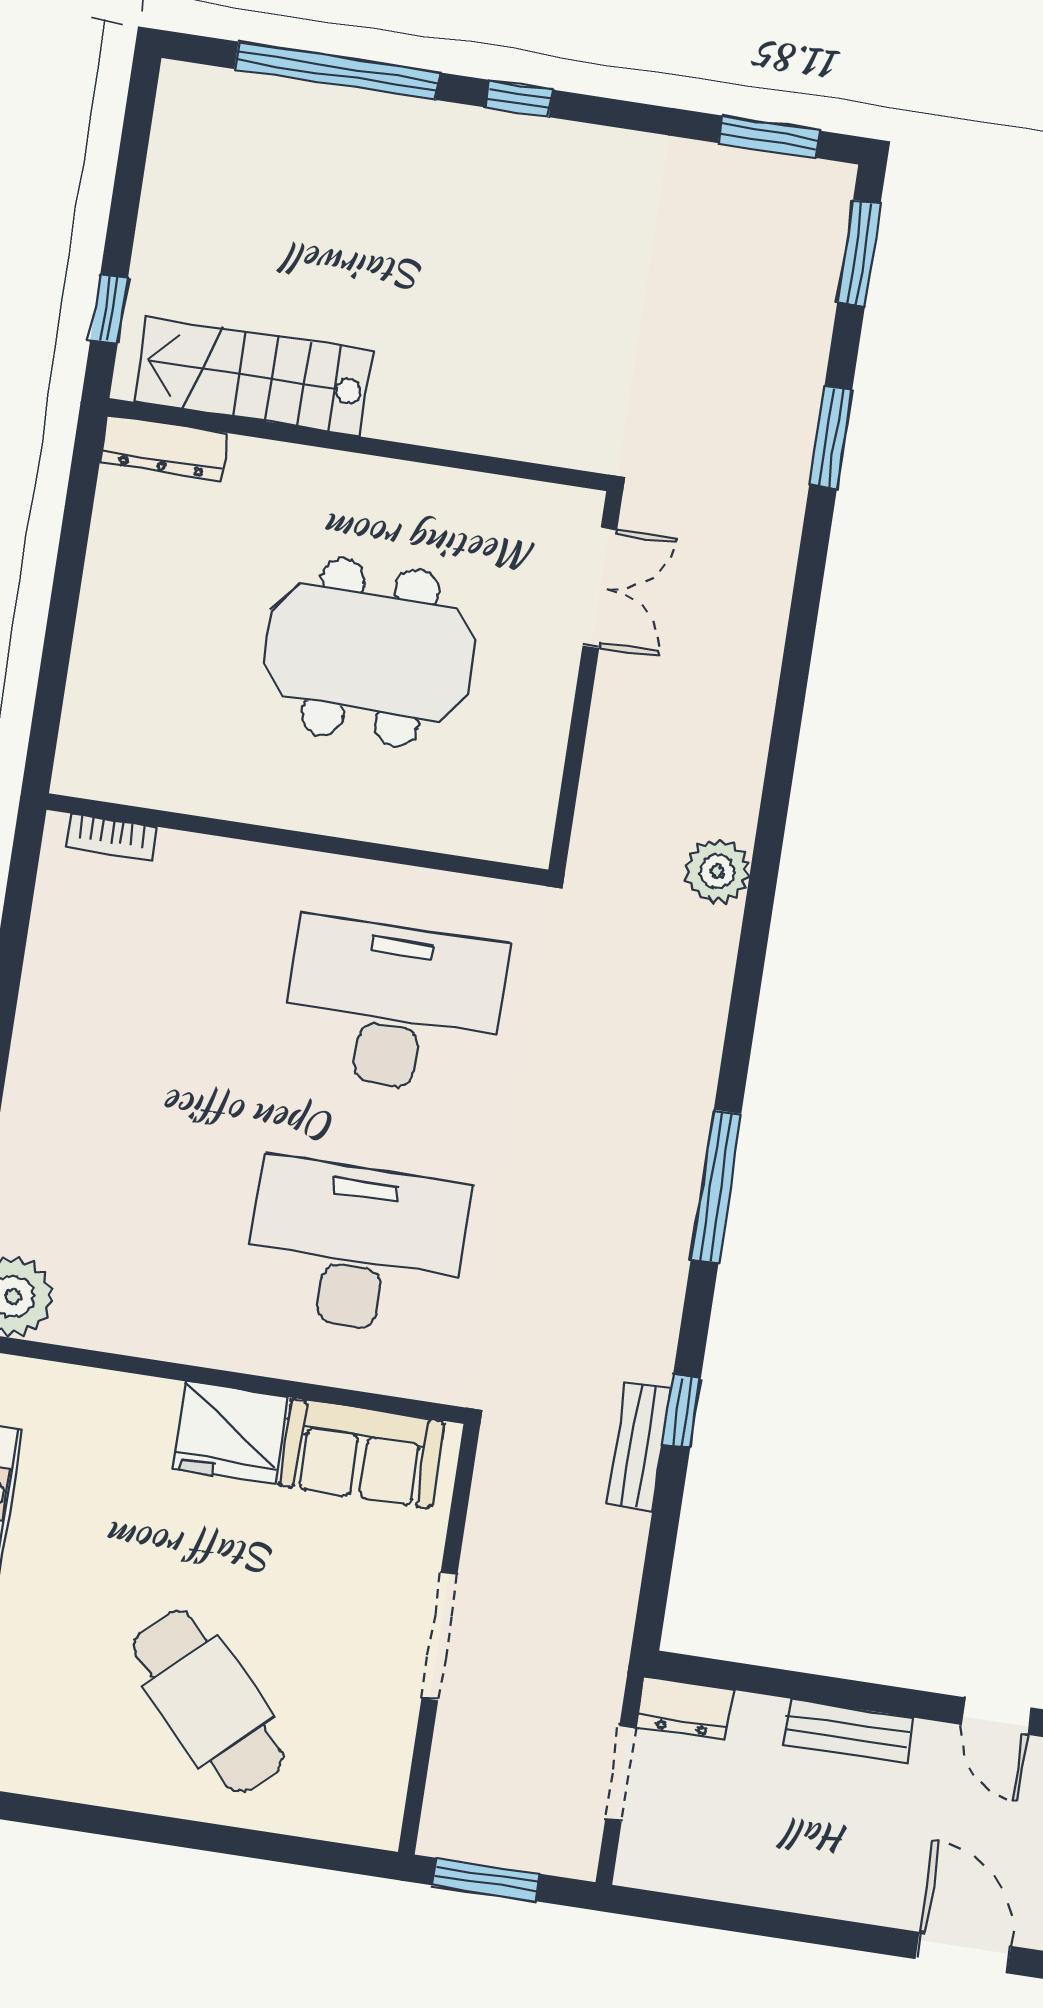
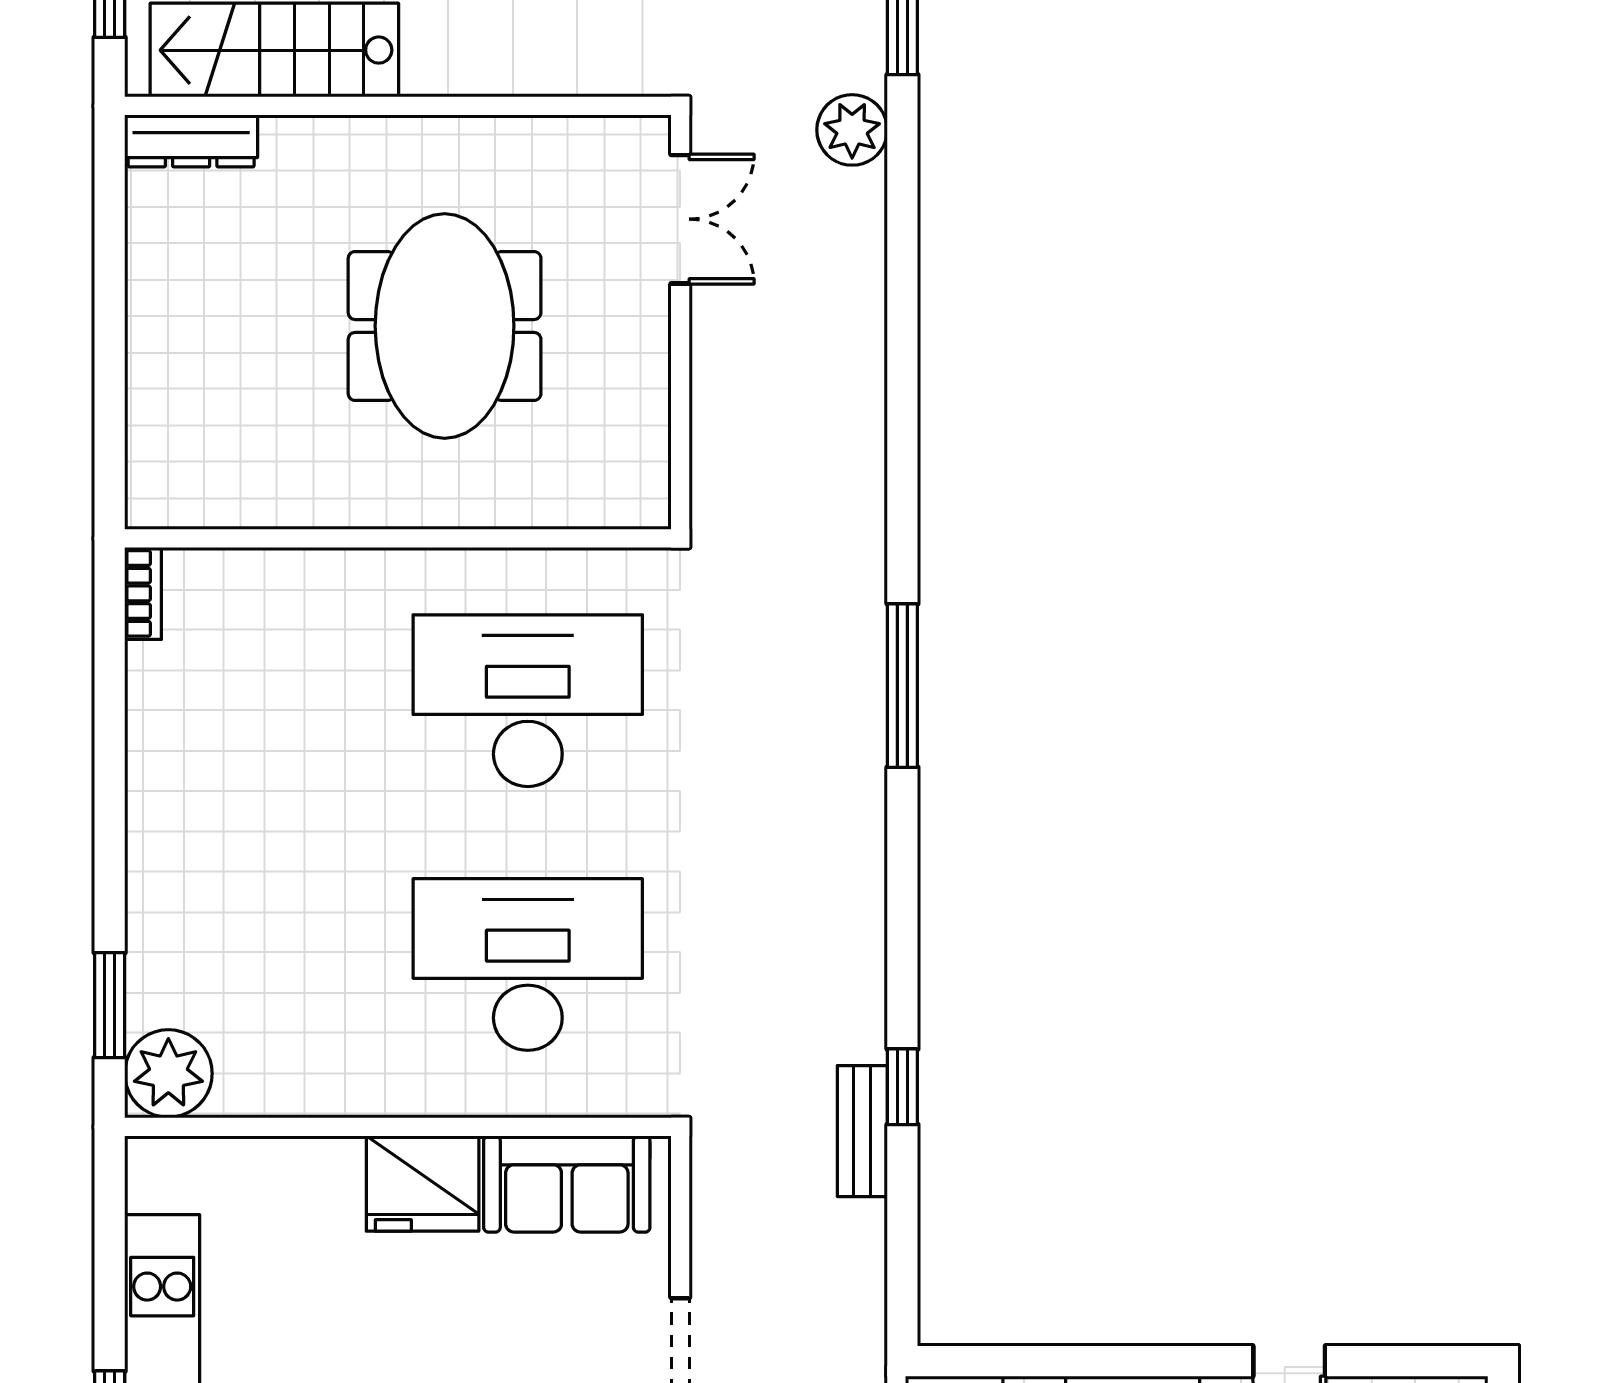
meeting table: (370, 652) -> (445, 326), turned 90
bookcase: (112, 837) -> (143, 593), moved, turned -90
plant: (717, 871) -> (852, 130), moved
window: (716, 1186) -> (902, 686), moved

